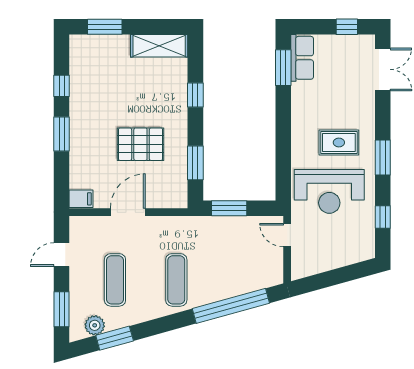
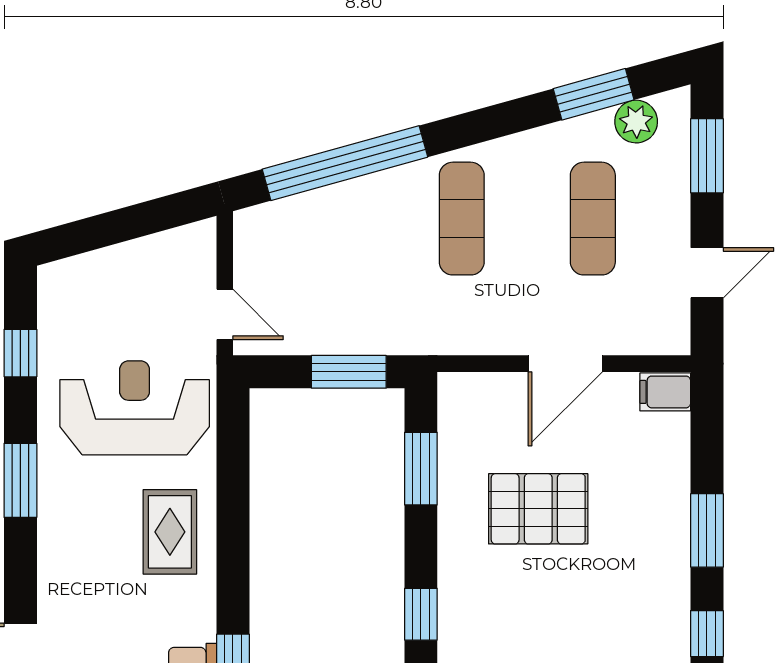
rug: (339, 142) -> (170, 532), moved, turned 90

